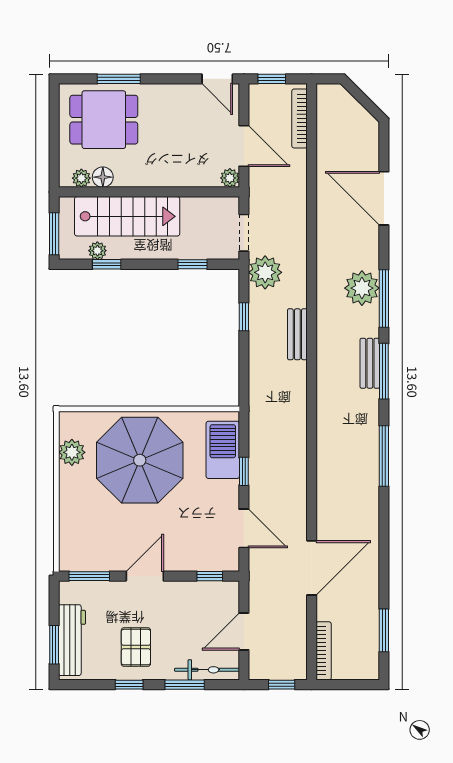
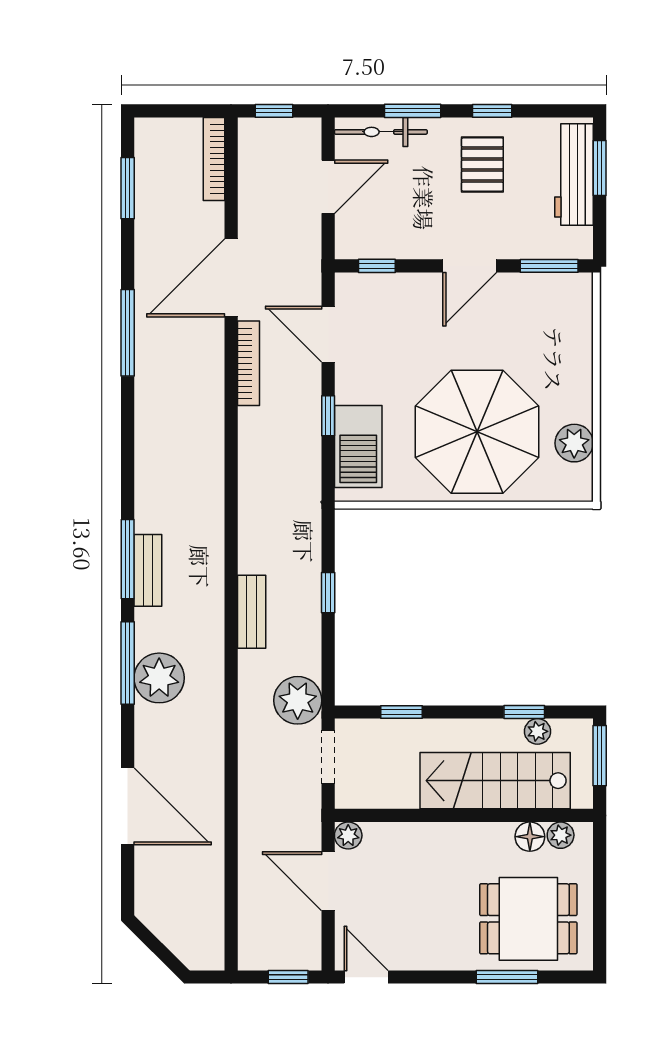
bookcase: (300, 118) -> (248, 363), moved
window: (244, 317) -> (328, 593), moved
window: (384, 456) -> (128, 333), moved

